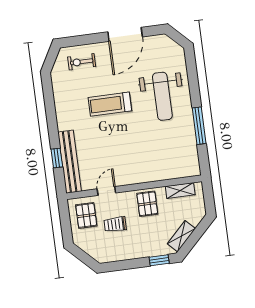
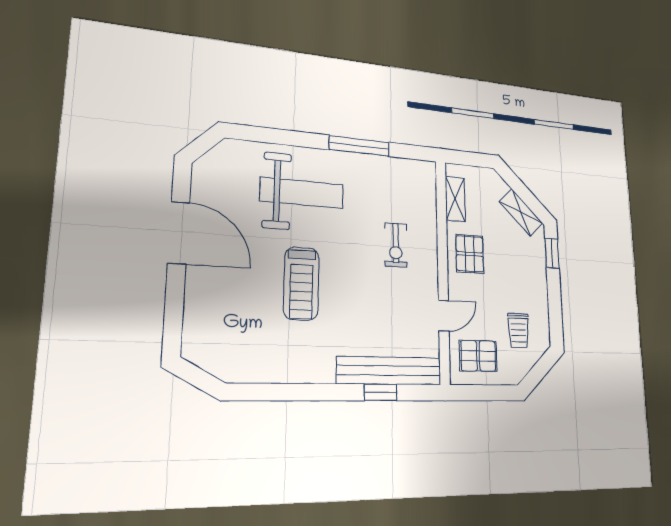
exercise bike: (82, 62) -> (396, 245), moved
door: (106, 191) -> (444, 316), swing flipped
pallet: (147, 204) -> (470, 254), turned 90
trolley: (115, 224) -> (519, 330), moved

